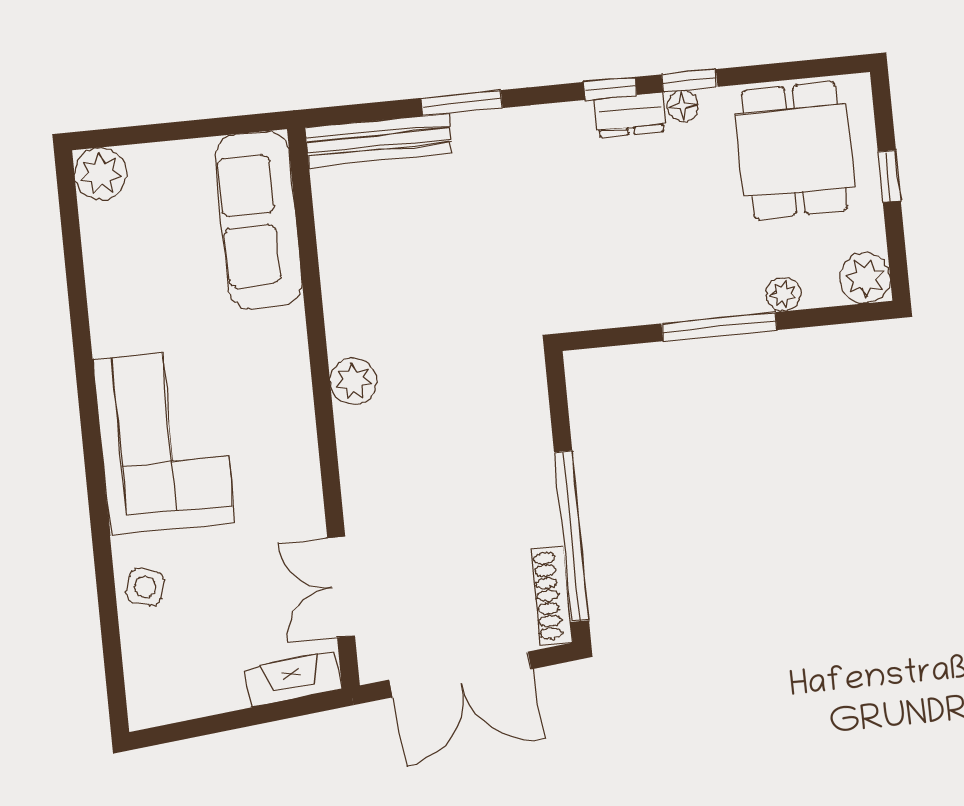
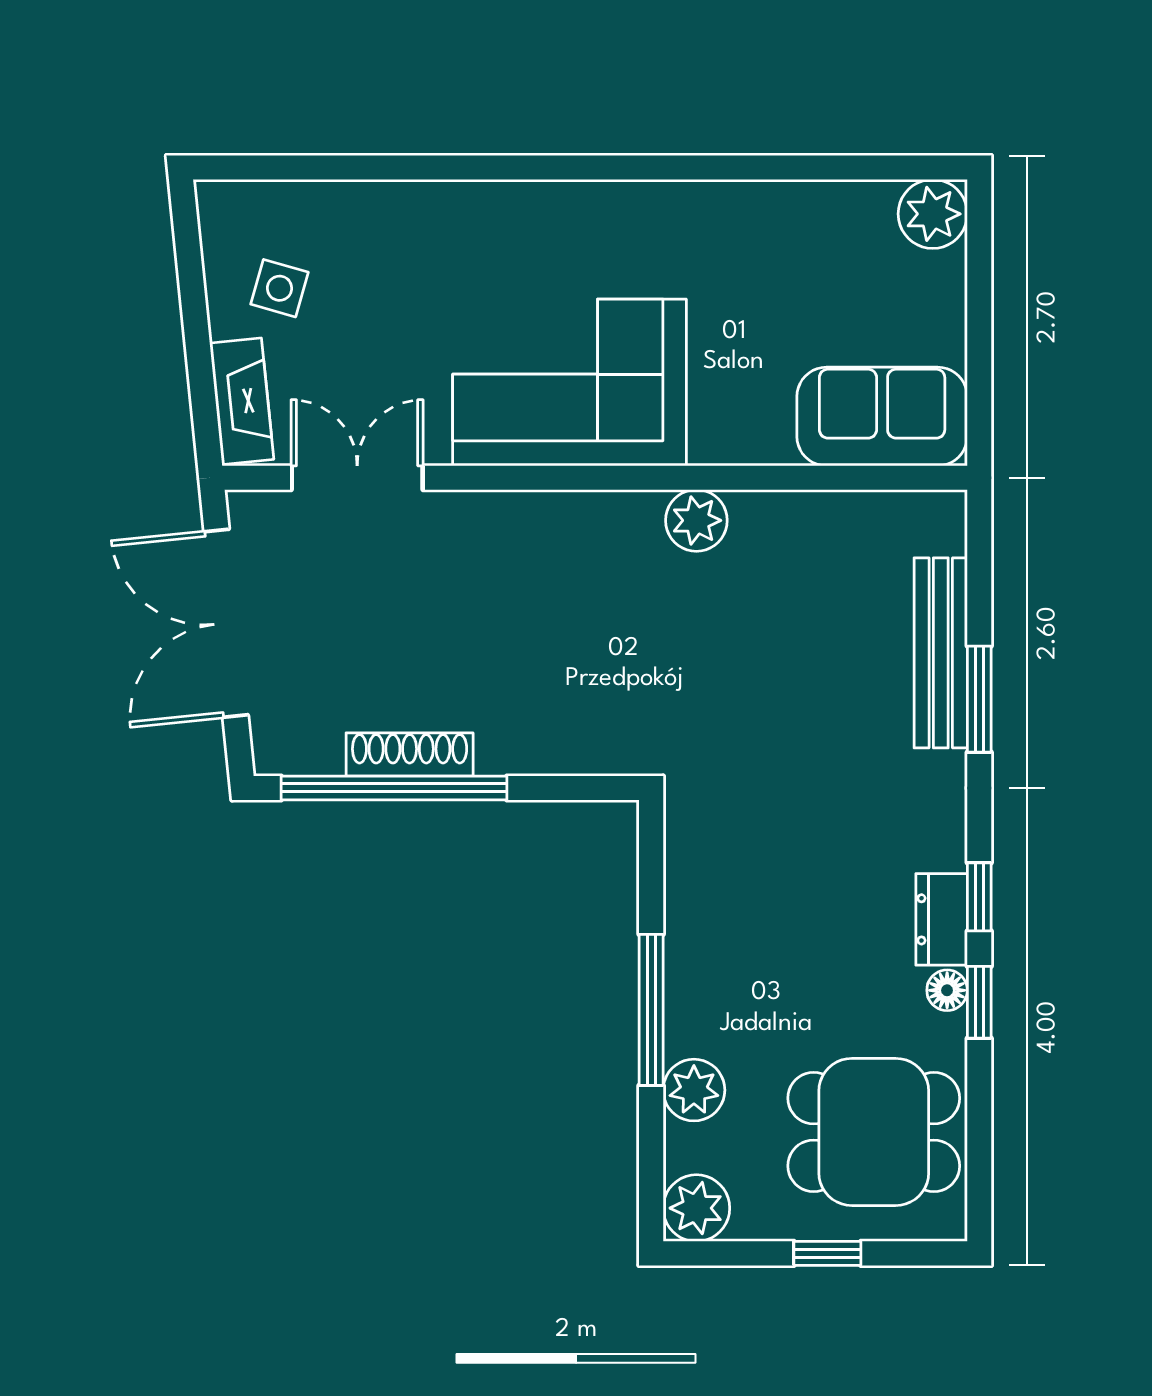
bench: (378, 140) -> (941, 653), moved
sofa: (259, 220) -> (882, 416), width x0.73
plant: (783, 294) -> (694, 1090), width x1.38, depth x1.38
plant: (353, 381) -> (696, 520), moved
corner sofa: (164, 441) -> (569, 382), moved, turned 180
side table: (145, 587) -> (280, 288), moved
shoe rack: (552, 596) -> (410, 754), moved

